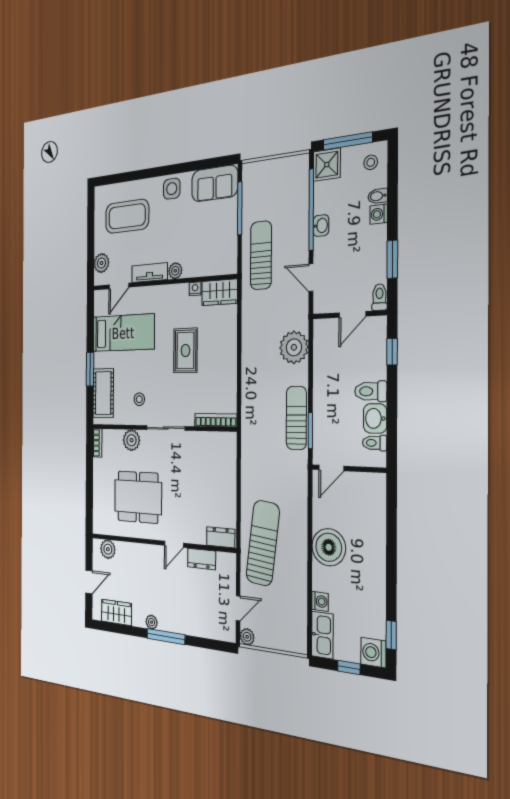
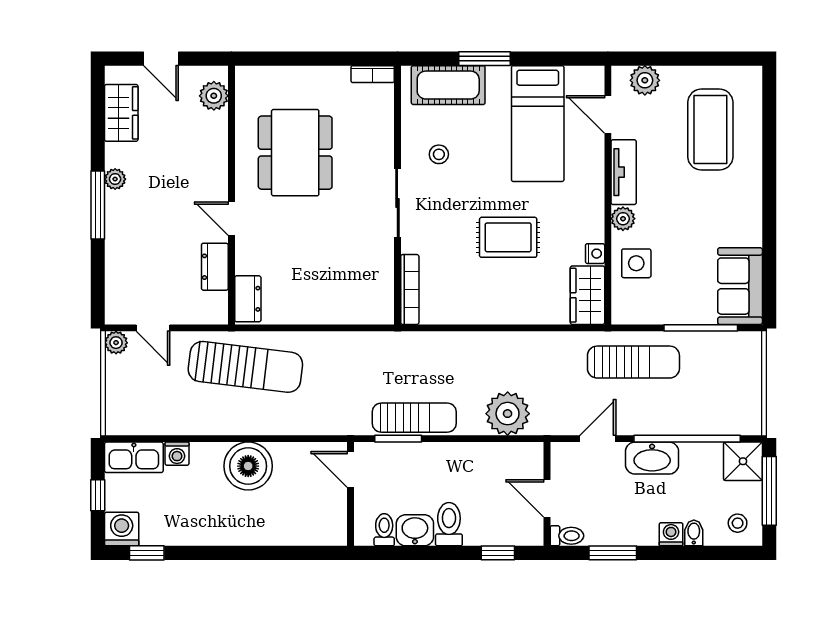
side table: (172, 189) -> (636, 263), moved
washbasin: (321, 226) -> (652, 458), width x1.91, depth x1.45
plant: (131, 440) -> (378, 140), removed

